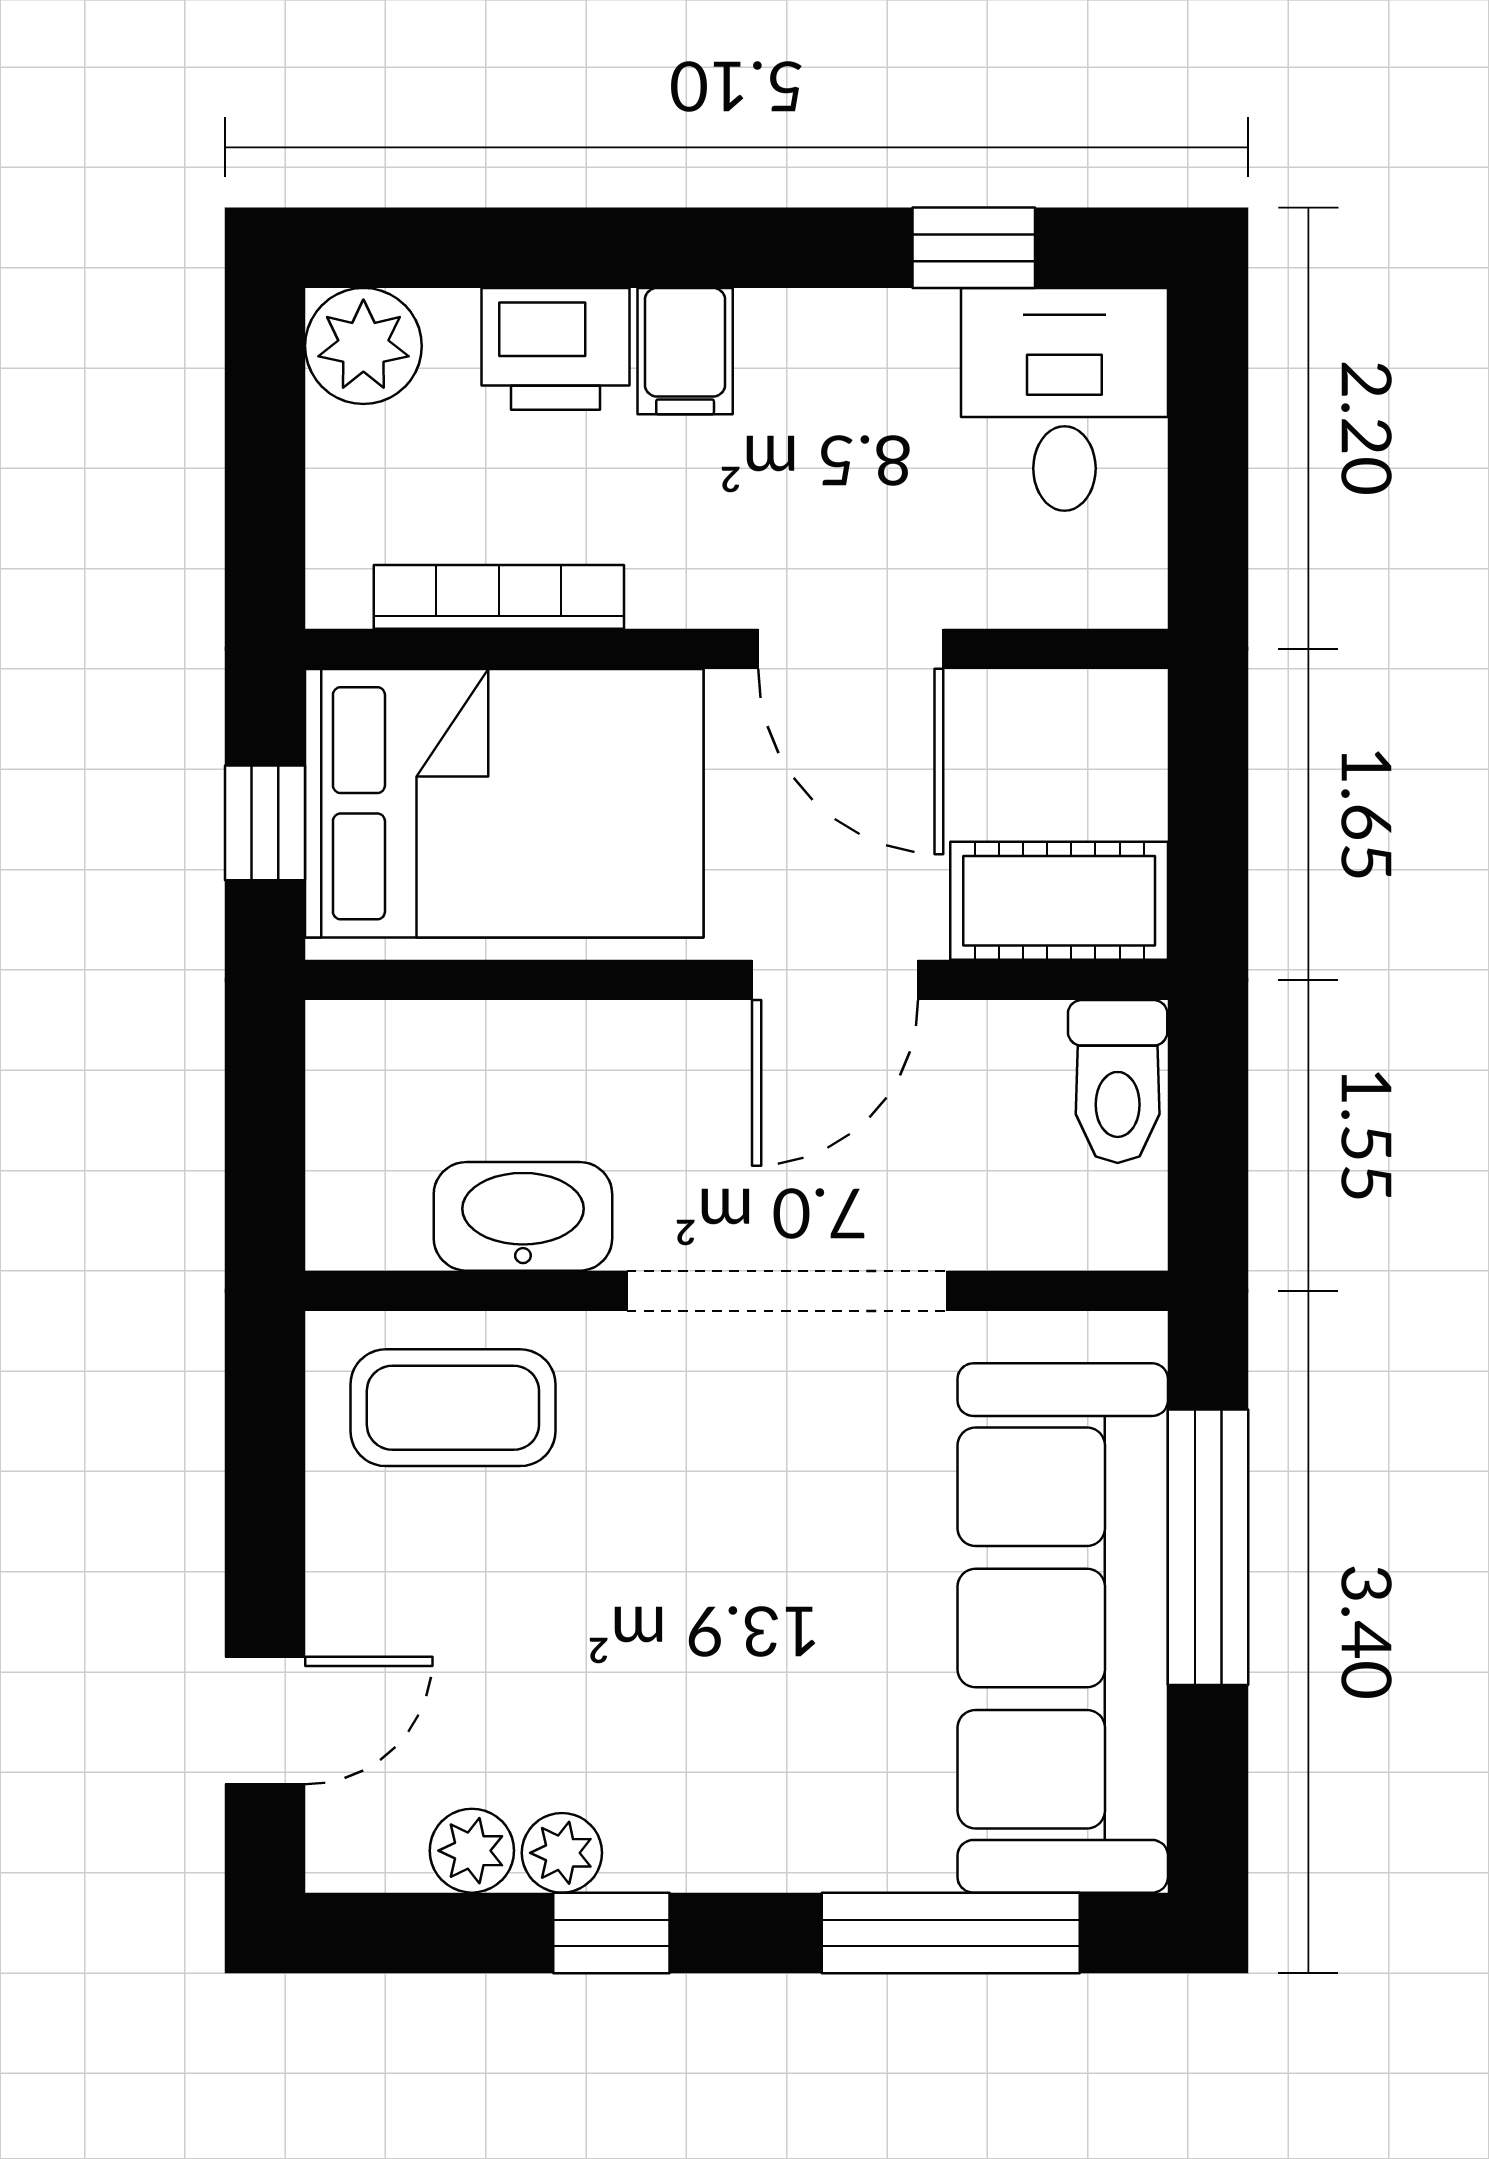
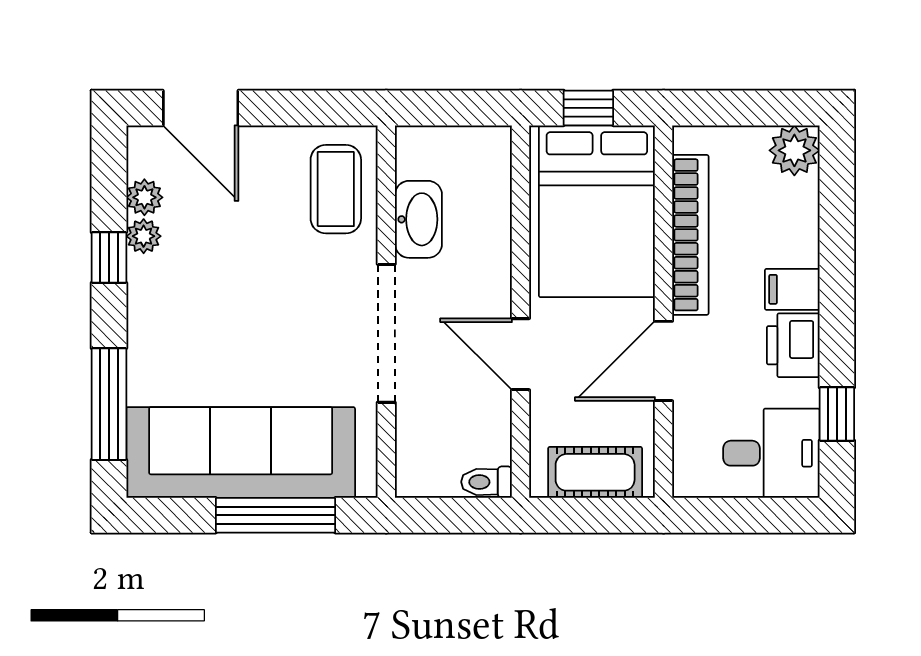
printer: (556, 349) -> (793, 345), moved
bookcase: (499, 597) -> (690, 235), width x1.48, depth x1.31
cot: (1059, 901) -> (595, 472), moved, turned 90
toilet: (1118, 1082) -> (486, 482), width x0.73, depth x0.72
door: (265, 1721) -> (201, 108), width x1.38

